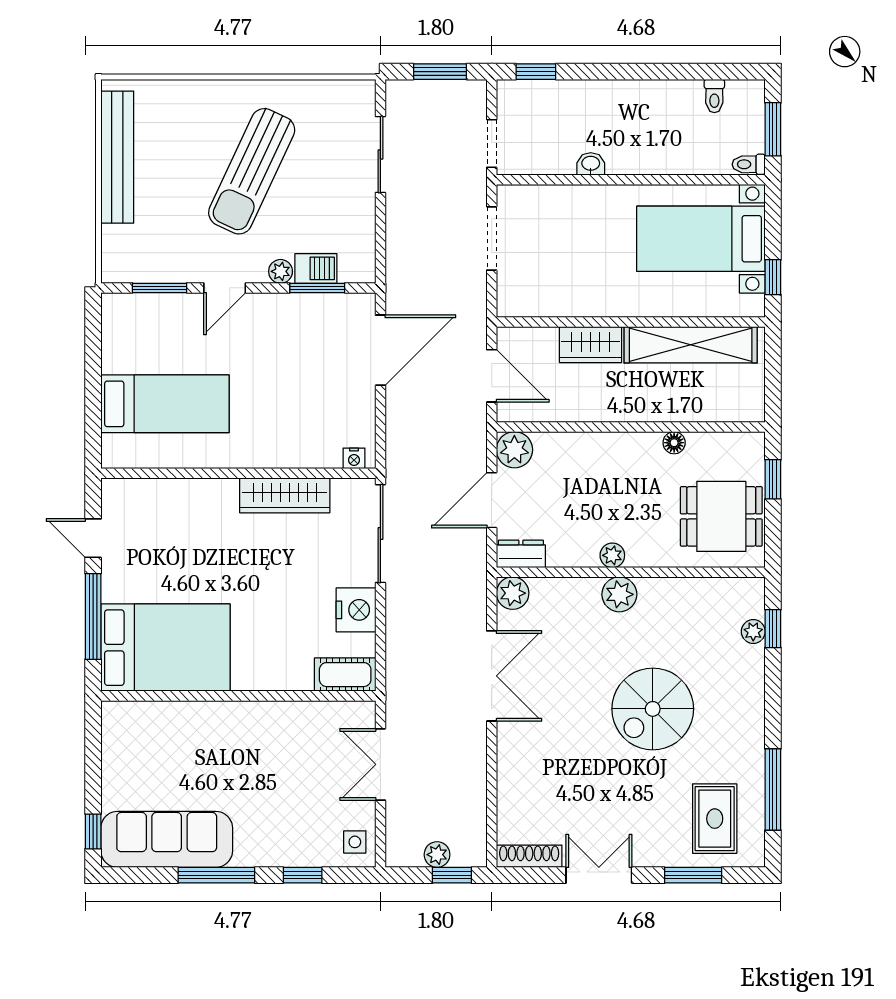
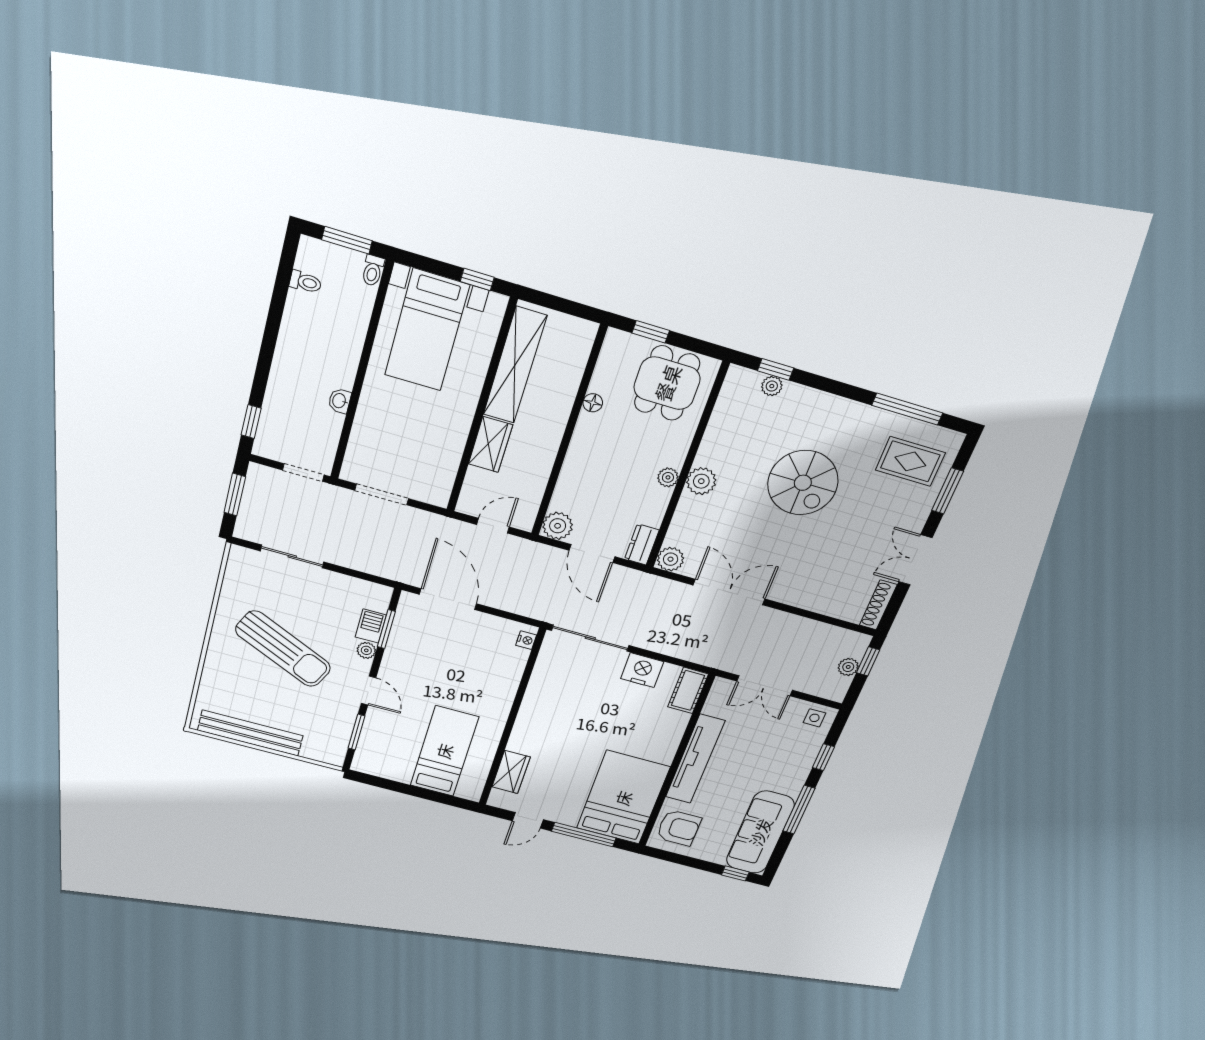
door: (492, 376) -> (493, 526), width x0.73
wardrobe: (285, 495) -> (511, 772), moved, width x0.67
tv unit: (251, 718) -> (695, 759), added
armchair: (141, 733) -> (679, 828), added

